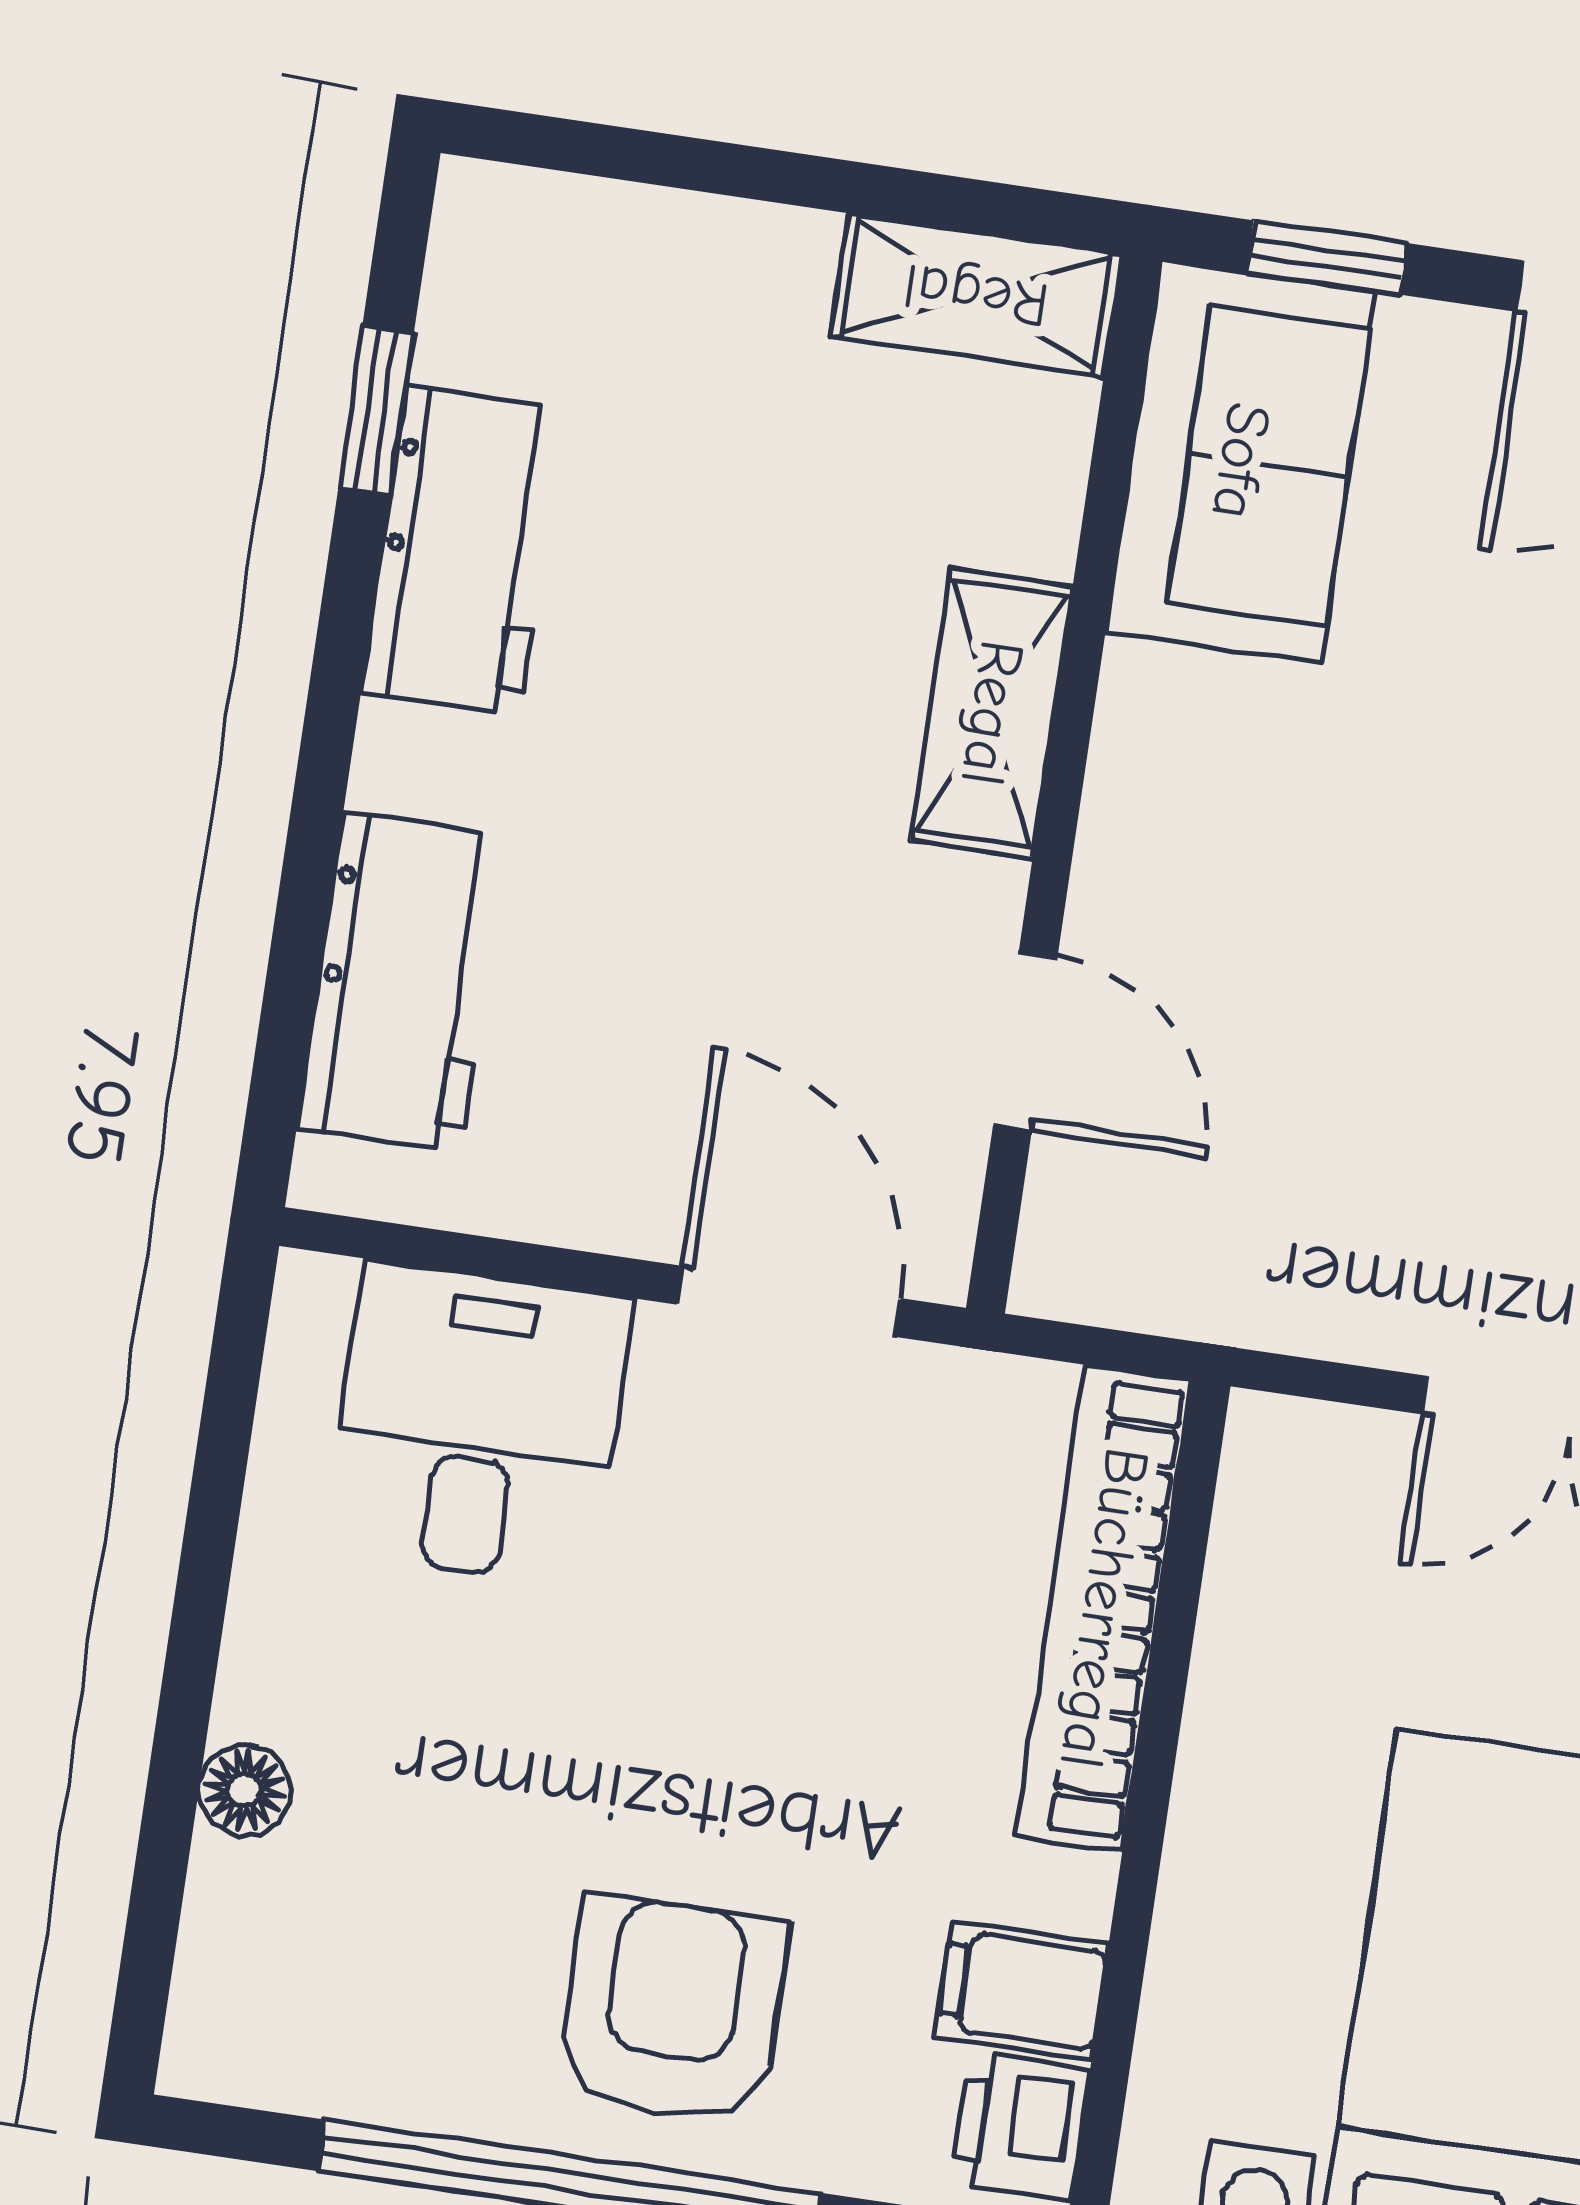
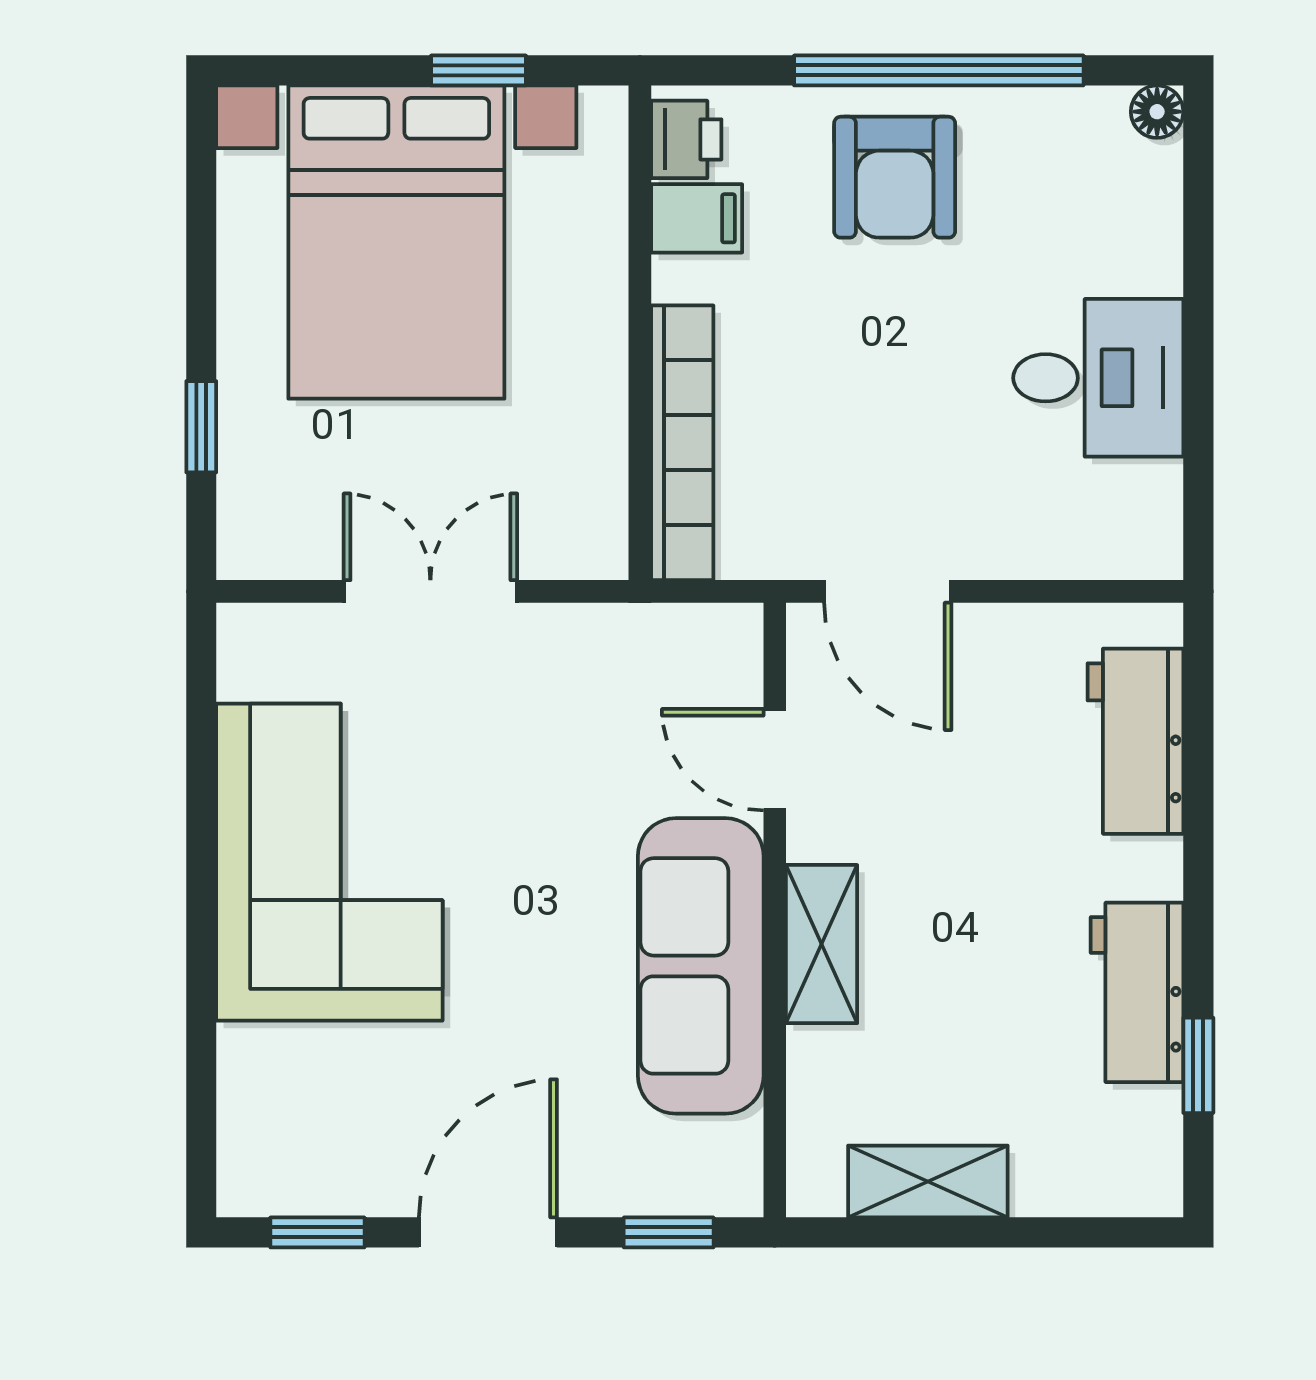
shelving: (976, 295) -> (928, 1182), moved
sofa: (1241, 461) -> (701, 966), moved, width x1.36
desk: (479, 1424) -> (1098, 378), moved, turned -90
floor lamp: (245, 1790) -> (1157, 112), moved

